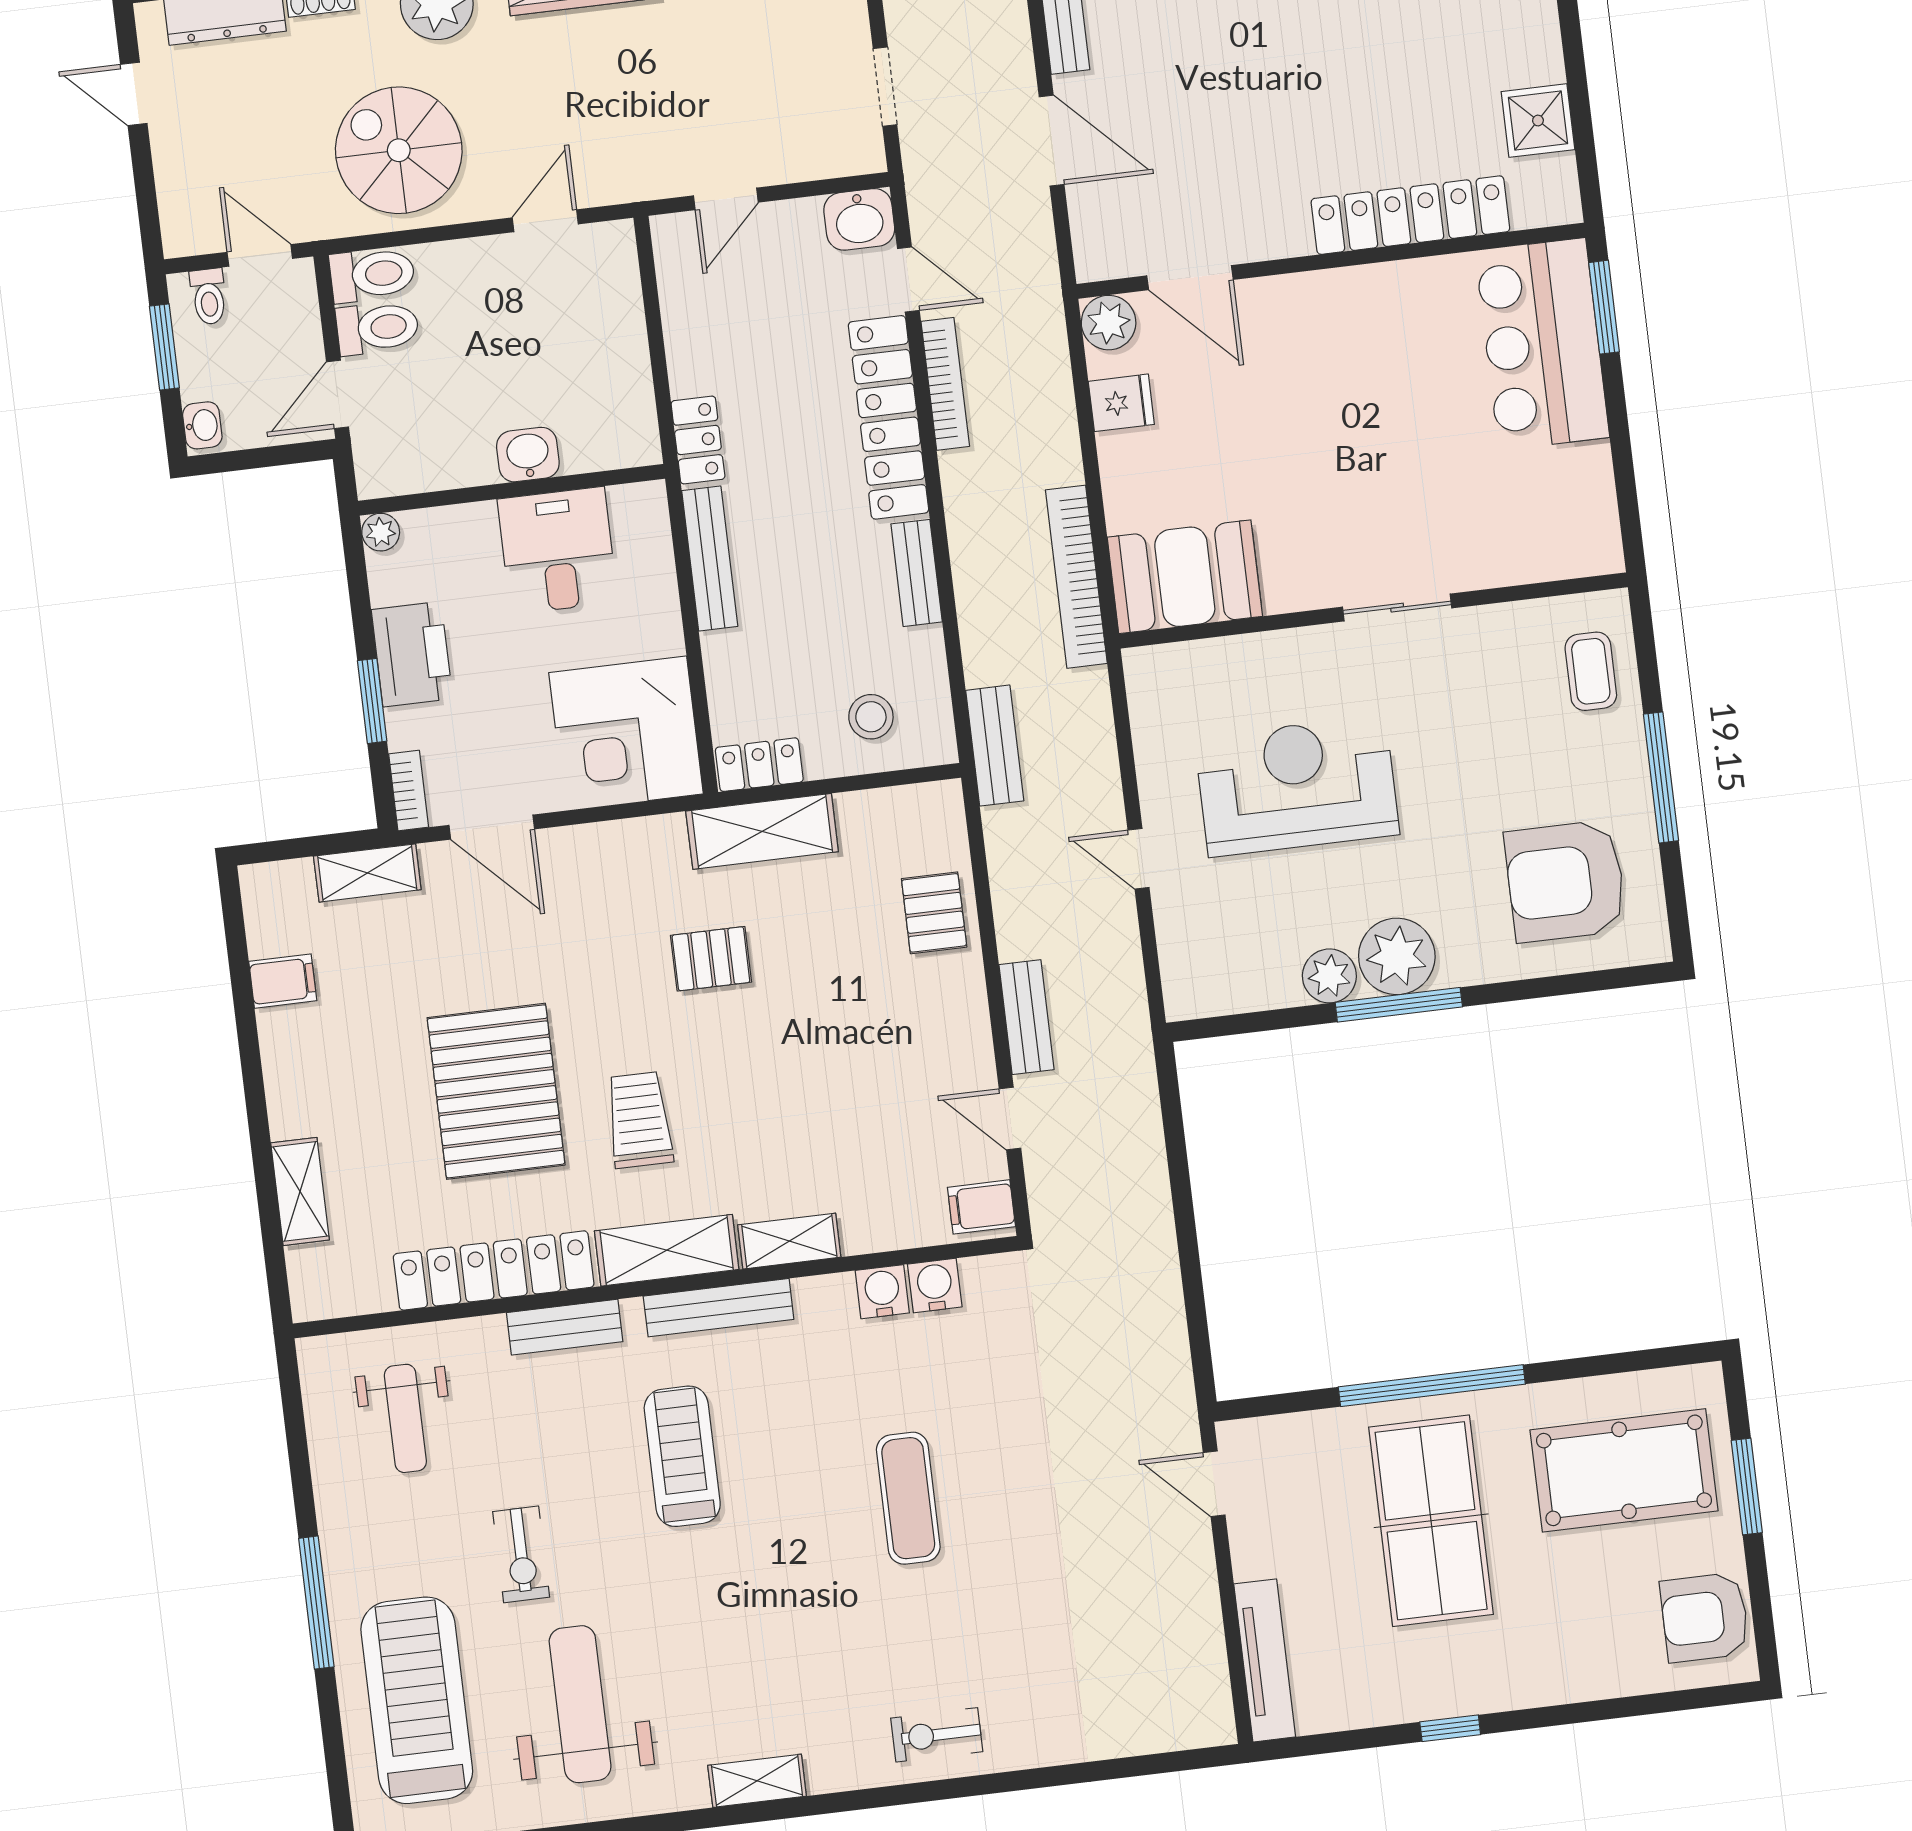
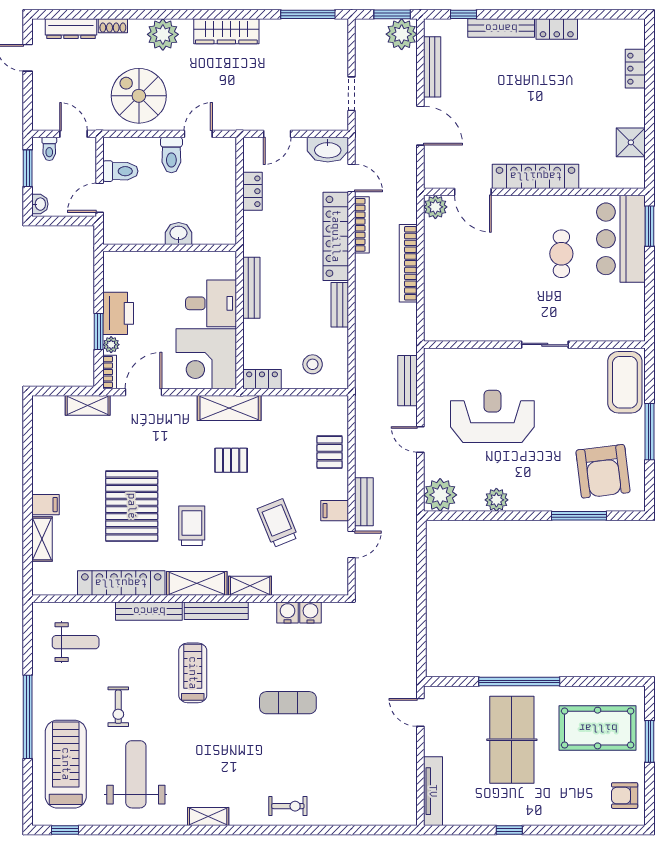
locker: (1410, 215) -> (536, 176), moved
washbasin: (859, 219) -> (328, 150), width x1.38
toilet: (372, 275) -> (171, 155), moved, turned 90
cafe table: (1410, 395) -> (561, 254), added
fridge: (1121, 403) -> (437, 242), removed
locker: (698, 440) -> (253, 191), moved
plant: (381, 532) -> (111, 345), moved
desk: (558, 551) -> (211, 303), moved, turned 90
bookcase: (1076, 577) -> (408, 263), moved
booth: (1185, 577) -> (455, 320), removed
coffee table: (1591, 671) -> (625, 382), width x1.86, depth x1.72
bench: (995, 746) -> (407, 381), moved
door: (492, 827) -> (144, 392), swing flipped
shelving: (762, 831) -> (229, 408), moved
armchair: (1565, 881) -> (603, 471), turned -97
plant: (1397, 956) -> (440, 495), moved
filing cabinet: (283, 981) -> (46, 505), moved
window: (1399, 1005) -> (579, 516), moved
trolley: (835, 1090) -> (278, 523), added
door: (1010, 1118) -> (351, 545), swing flipped
filing cabinet: (981, 1207) -> (335, 511), moved
bench: (565, 1327) -> (149, 611), width x1.36
weight bench: (405, 1418) -> (76, 642), turned -90
exercise mat: (908, 1498) -> (288, 703), turned 90
window: (316, 1603) -> (28, 717), width x1.46
armchair: (1705, 1617) -> (625, 796), width x0.72, depth x0.72
exercise bike: (937, 1735) -> (288, 806), turned 180

